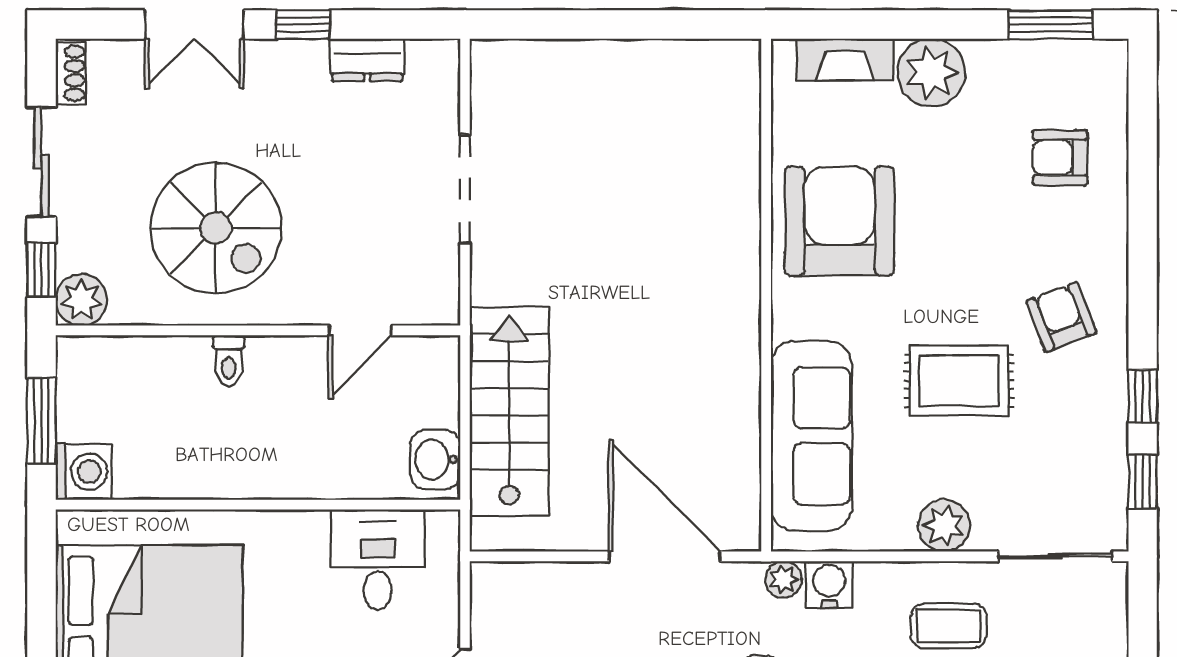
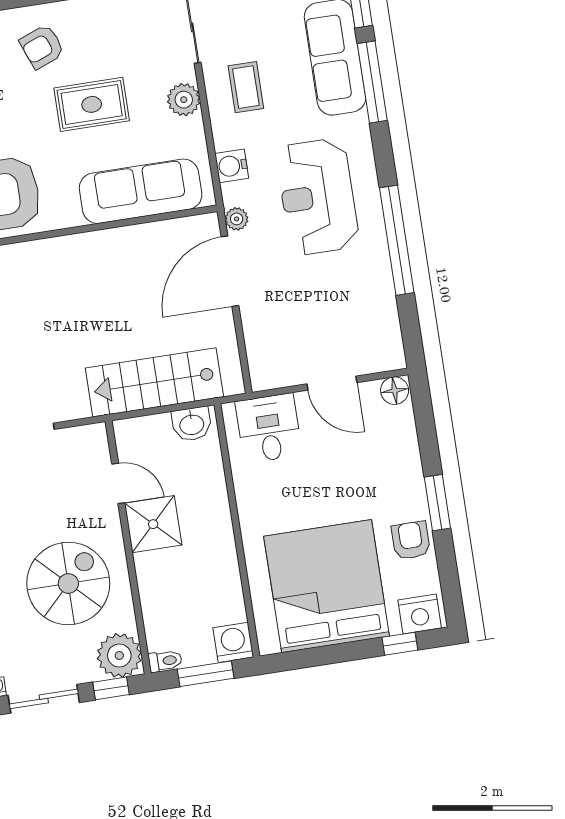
plant: (81, 300) -> (119, 655), width x1.36, depth x1.36
toilet: (229, 361) -> (165, 661), moved
shower: (288, 375) -> (153, 524), added
rug: (959, 381) -> (92, 104), turned 90
desk: (378, 559) -> (269, 428), moved, turned 90
plant: (783, 579) -> (237, 219), moved

